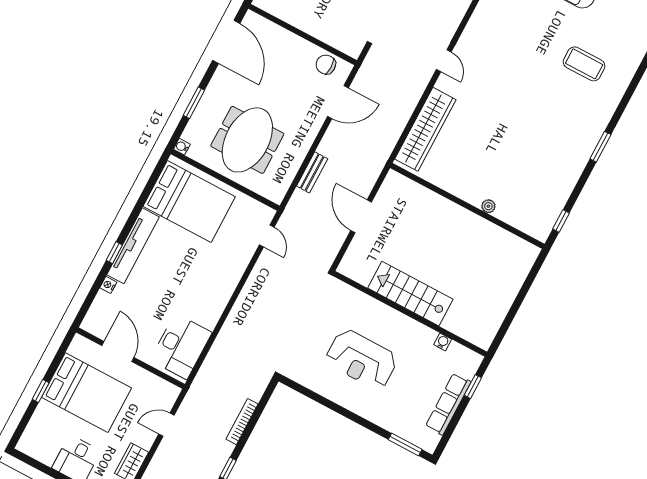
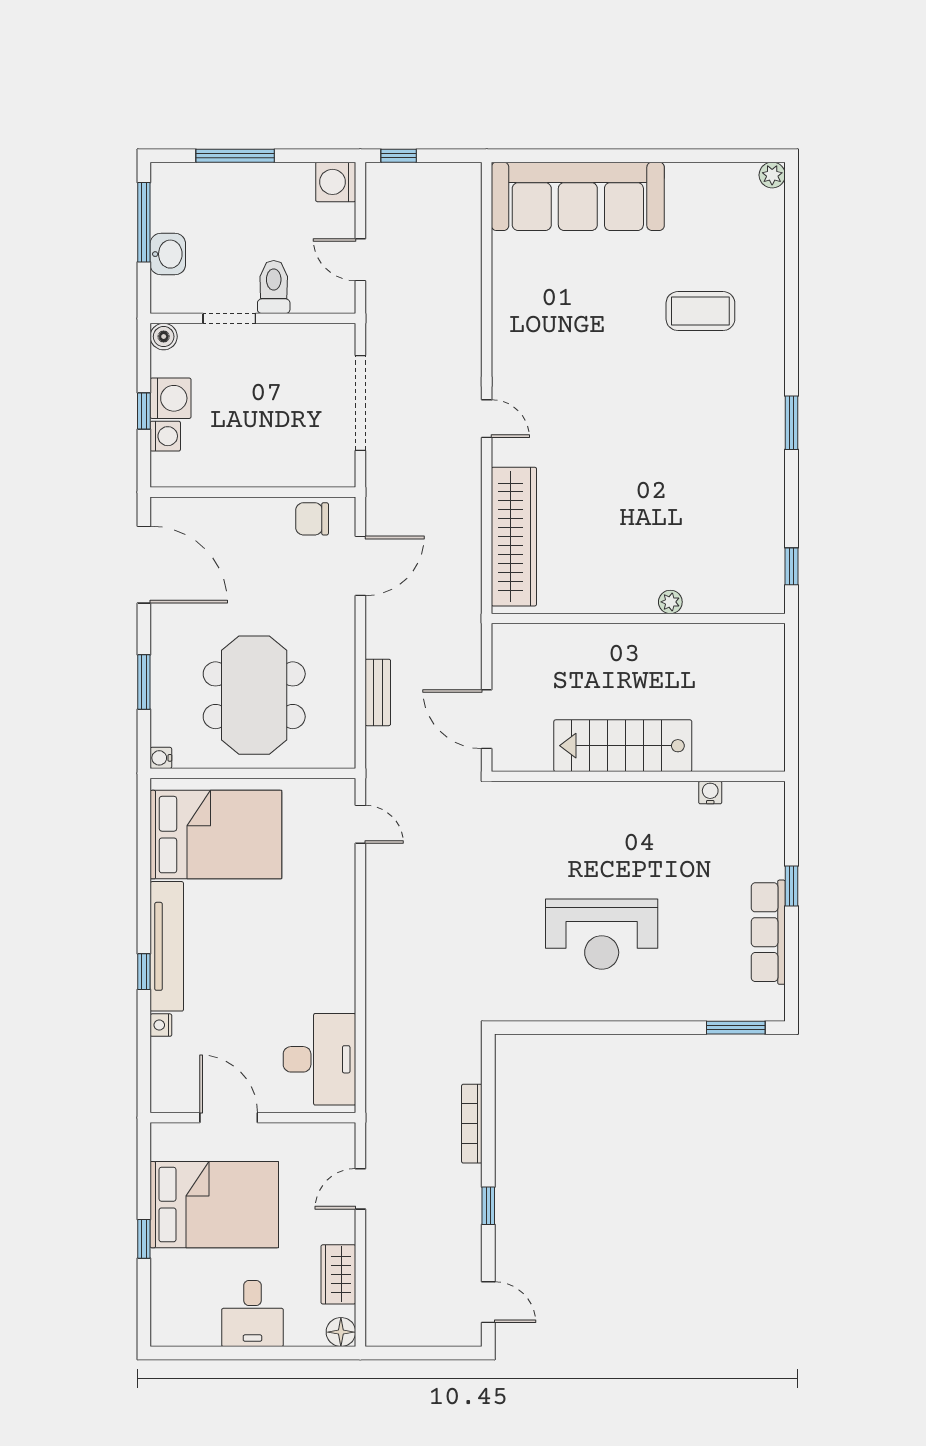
stairs: (410, 294) -> (623, 746), moved
wall: (410, 314) -> (638, 776), moved
water cooler: (443, 342) -> (710, 793), moved

